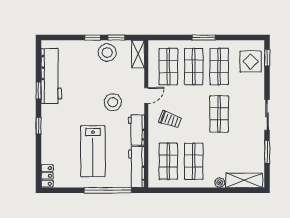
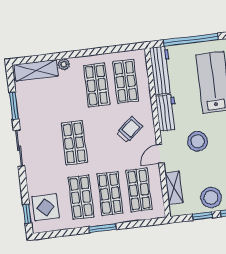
shelving: (138, 54) -> (174, 188), moved
trolley: (170, 119) -> (130, 130), turned 120

